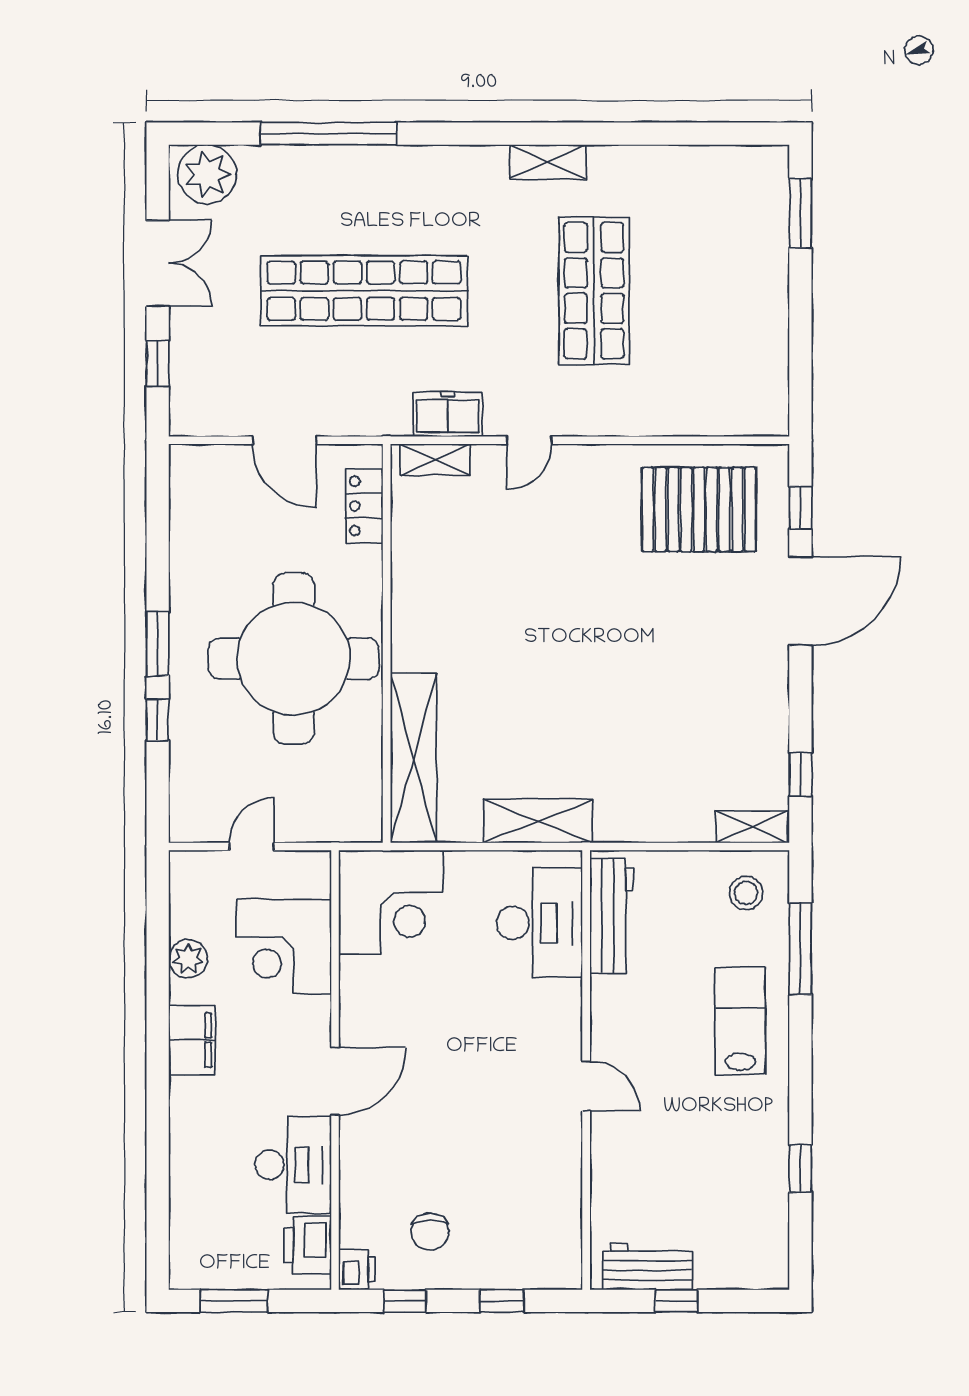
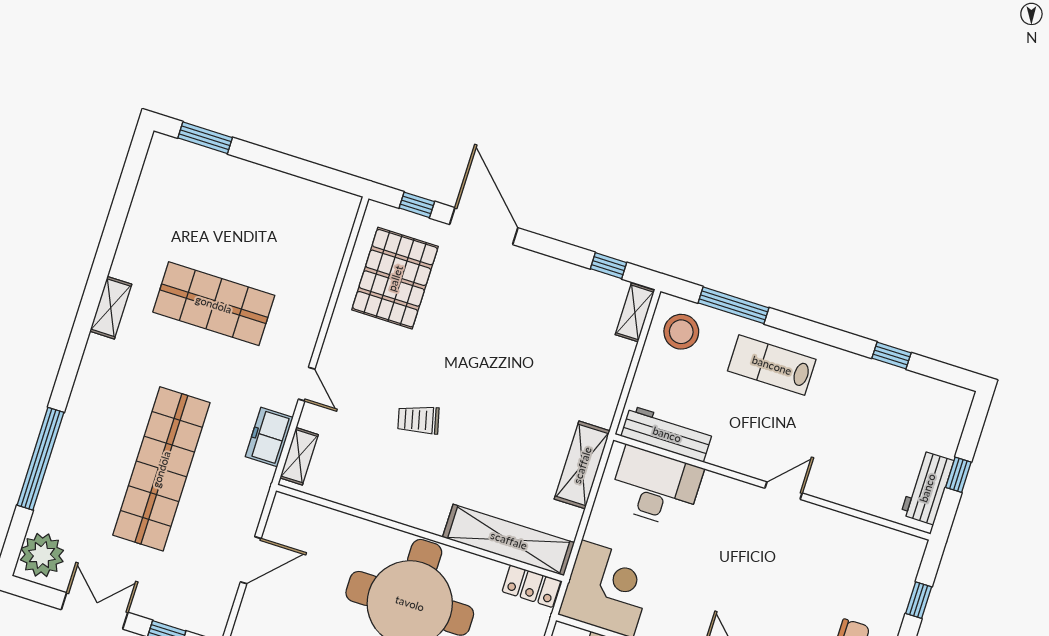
locker: (364, 506) -> (531, 586), moved
trolley: (529, 596) -> (418, 420), added
stool: (746, 893) -> (681, 332), width x1.38, depth x1.38

